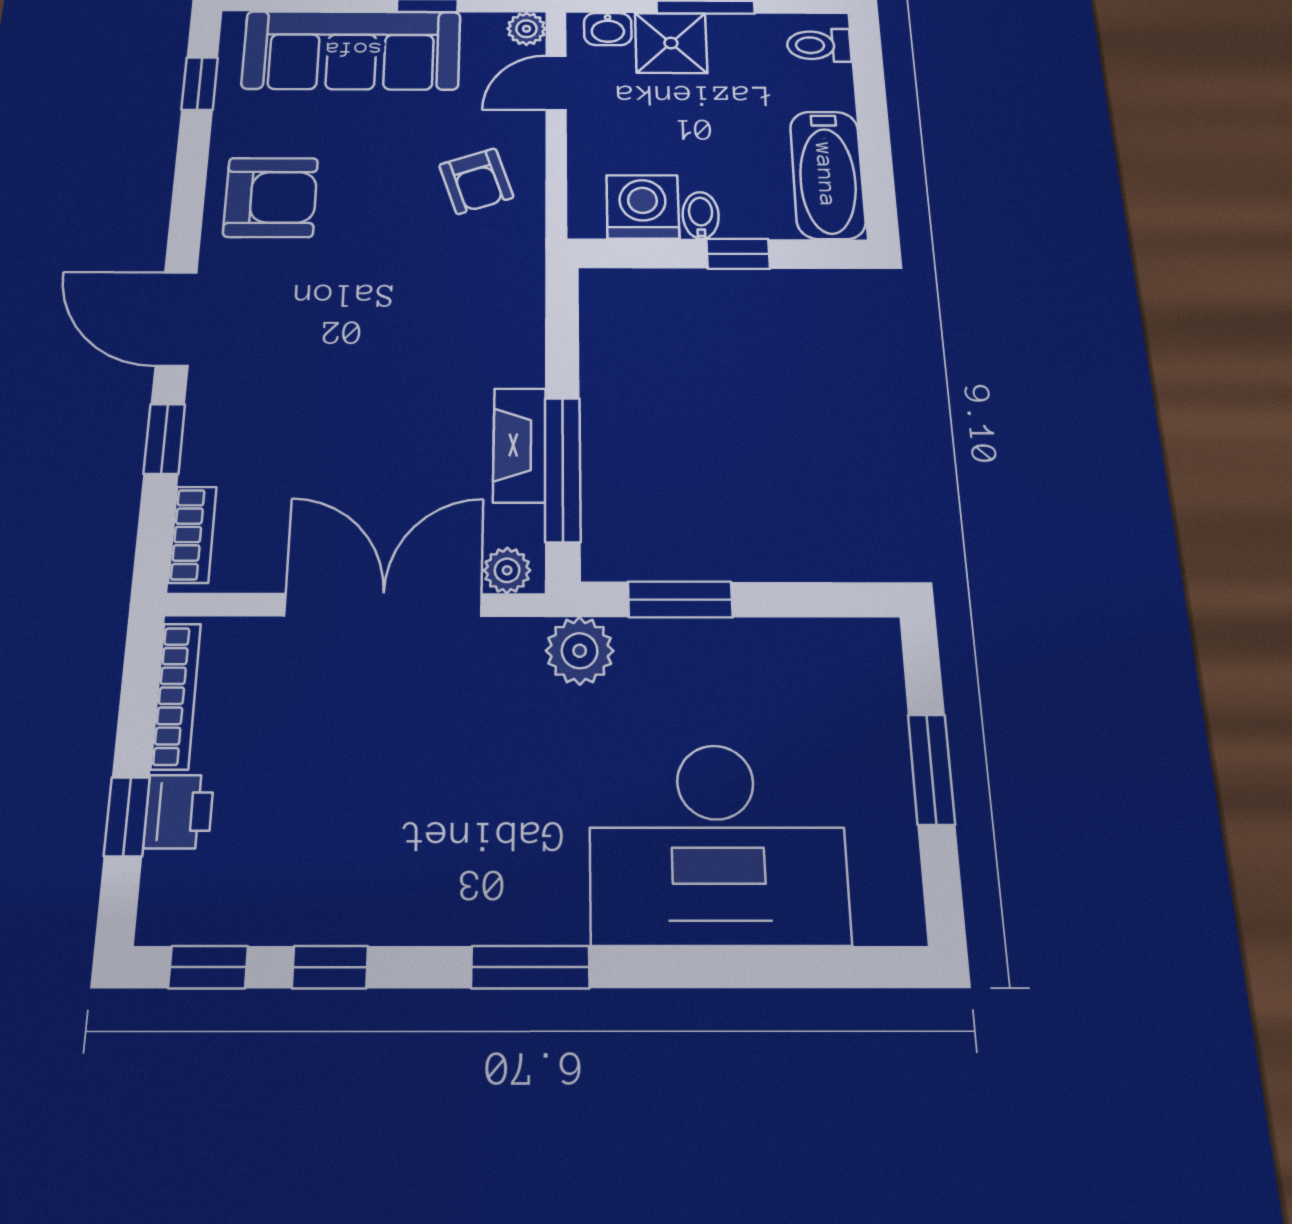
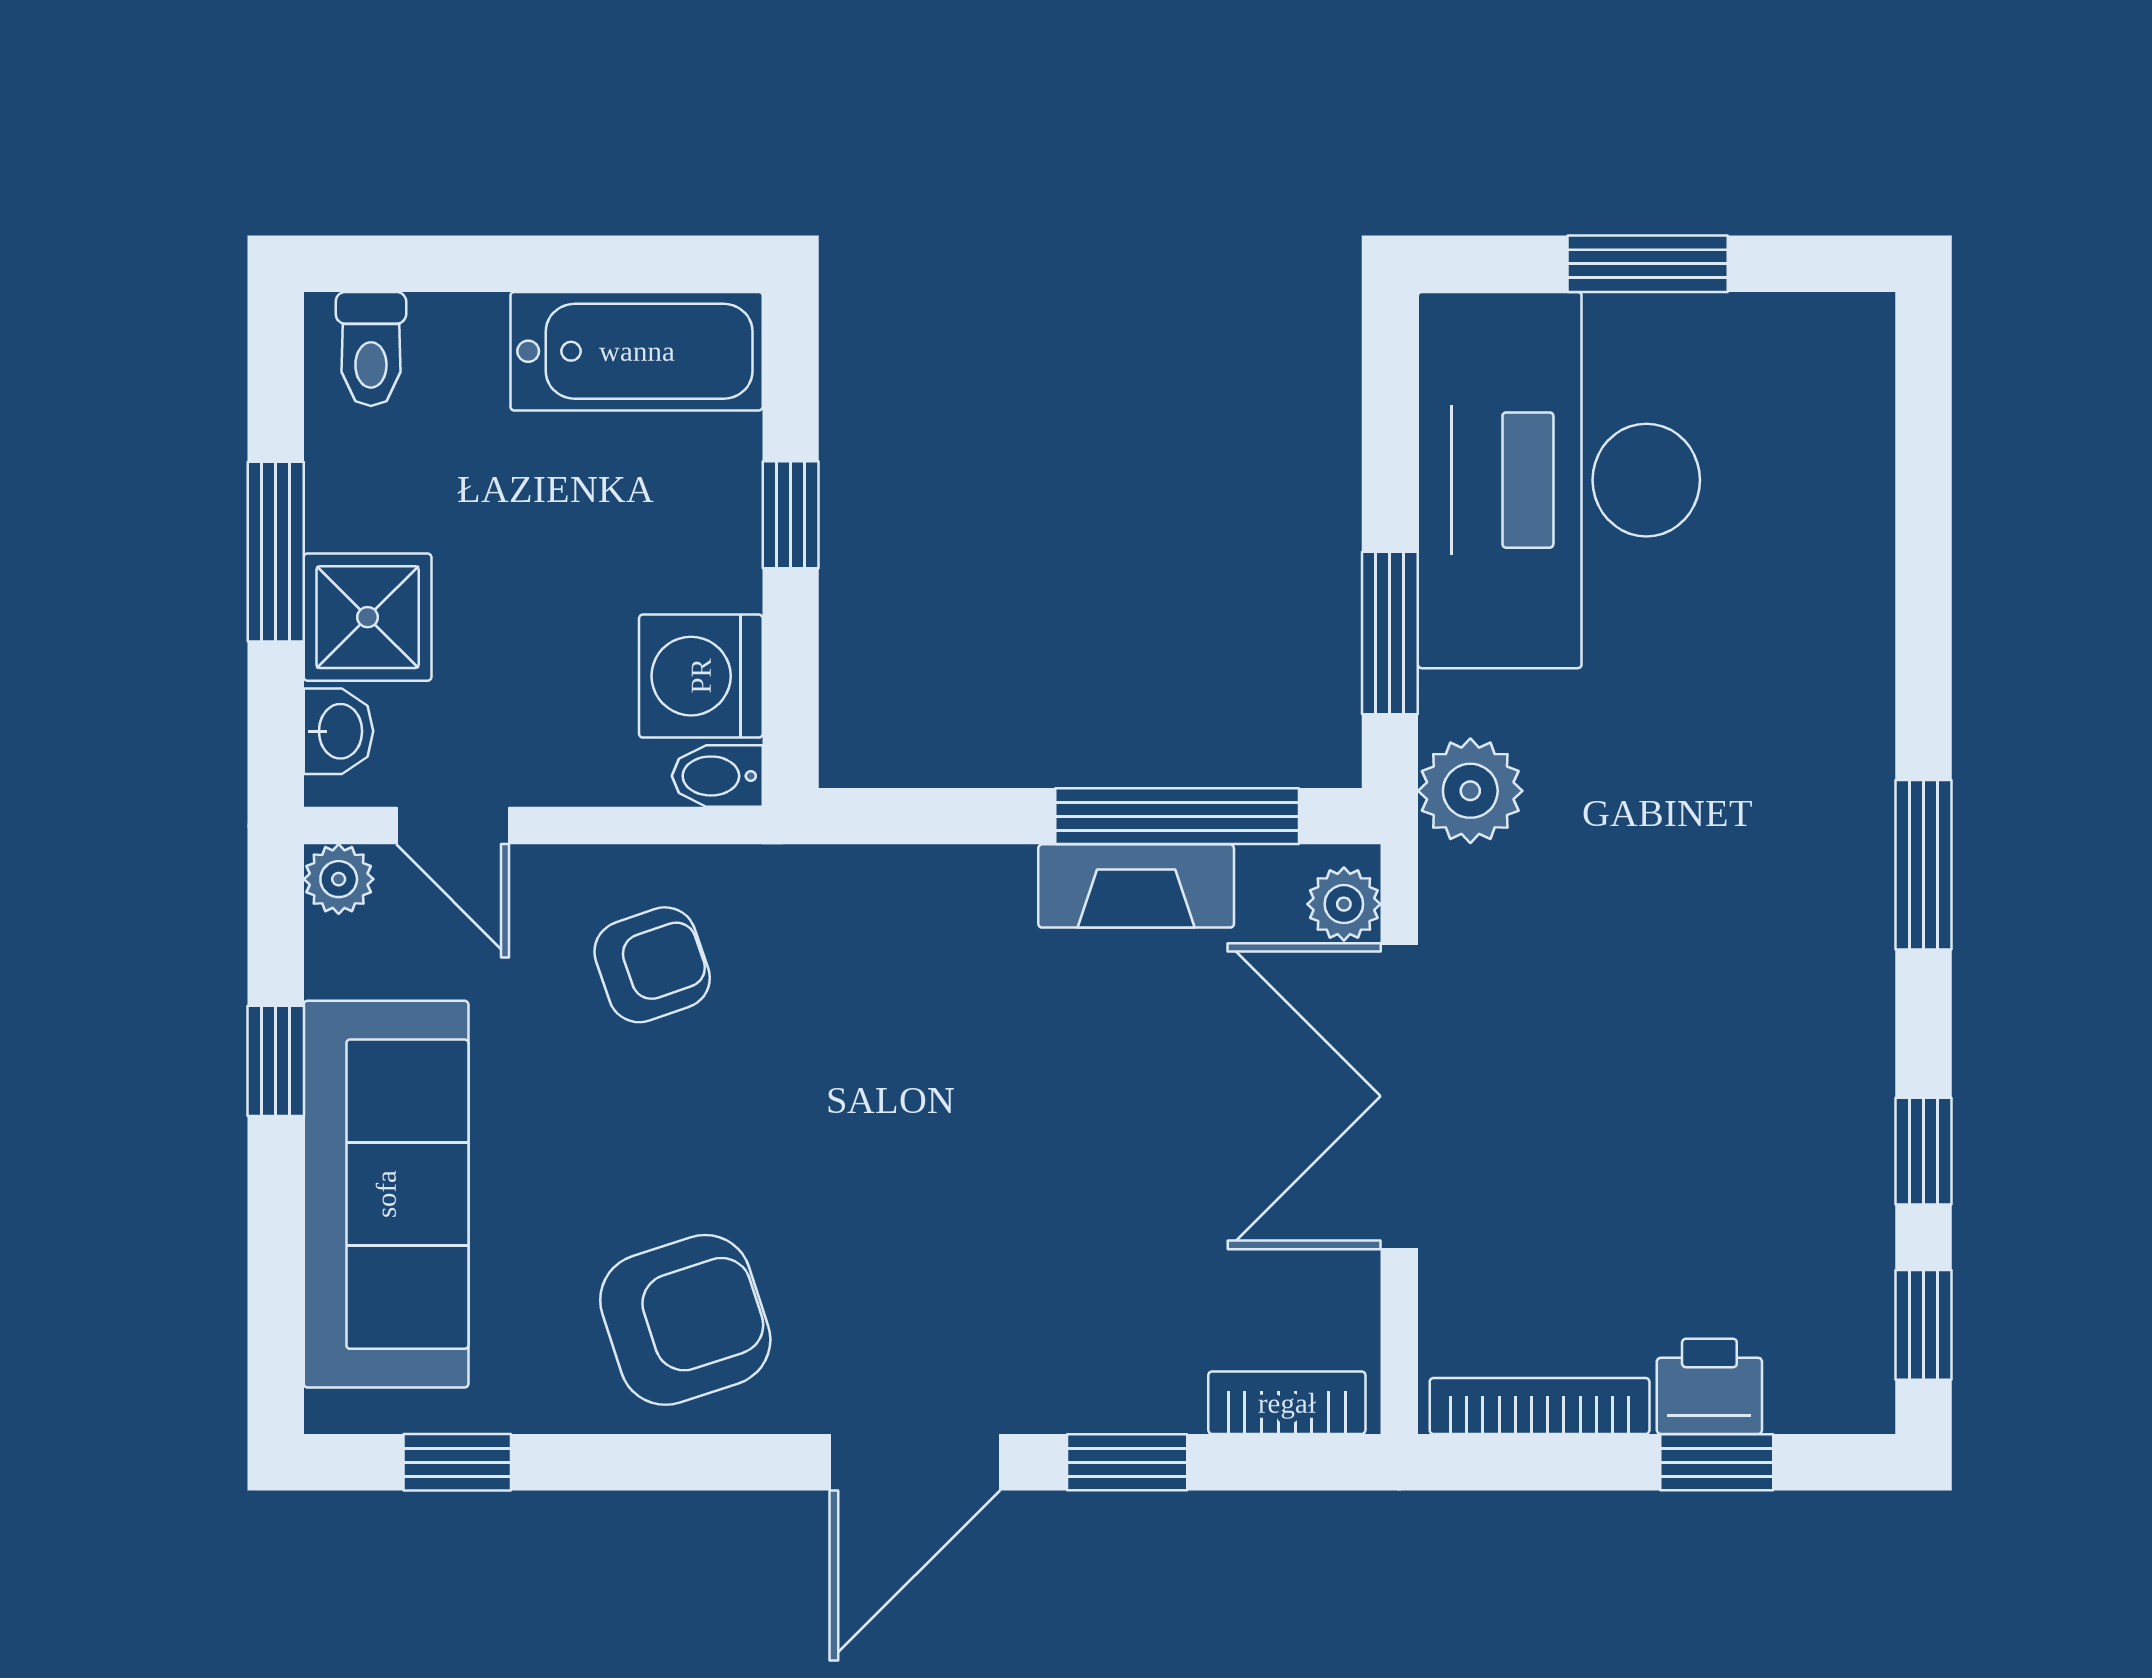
armchair: (271, 197) -> (685, 1320), turned 72
bidet: (701, 215) -> (717, 776), moved
desk: (718, 844) -> (1559, 480), moved, turned 180

